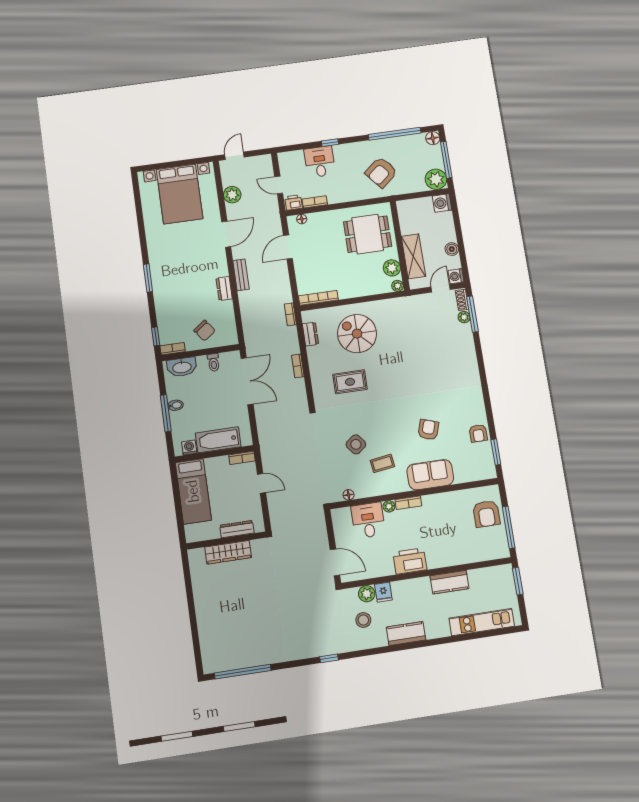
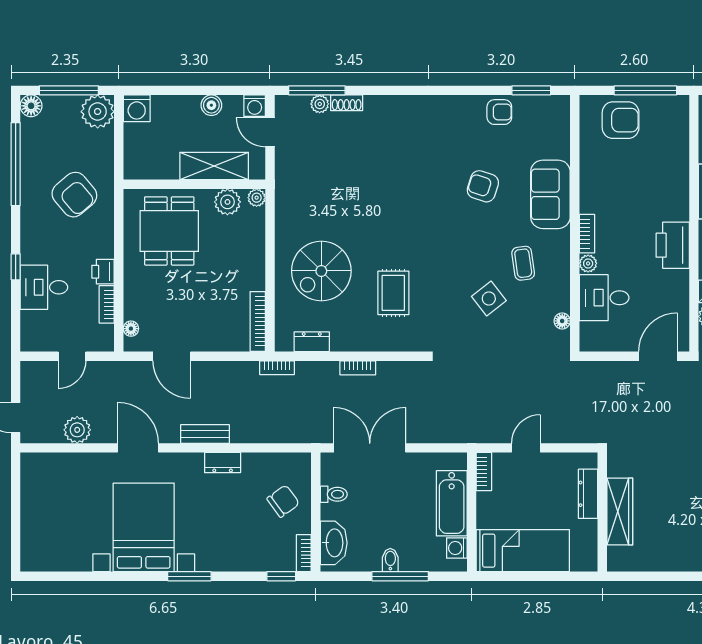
bed with nightstands: (180, 194) -> (144, 527), moved, turned -90
printer: (294, 202) -> (103, 272), moved
shoe rack: (462, 300) -> (347, 103), moved

